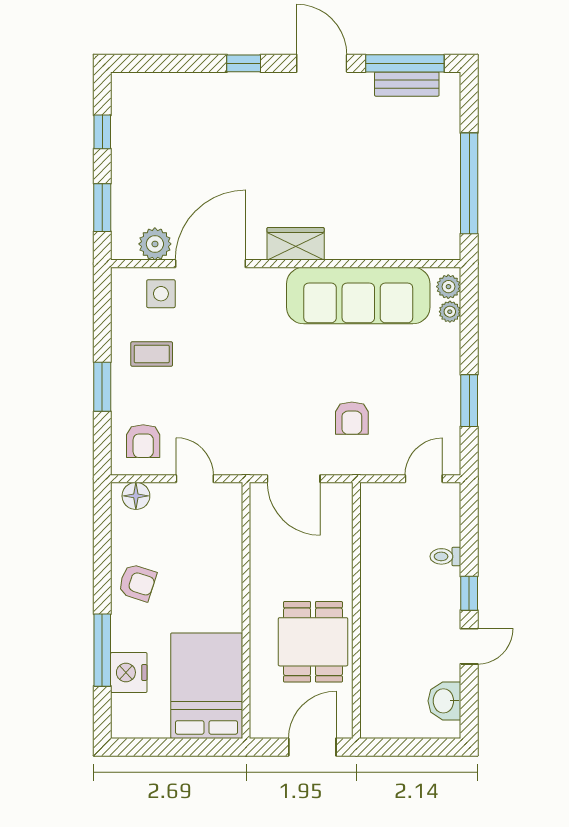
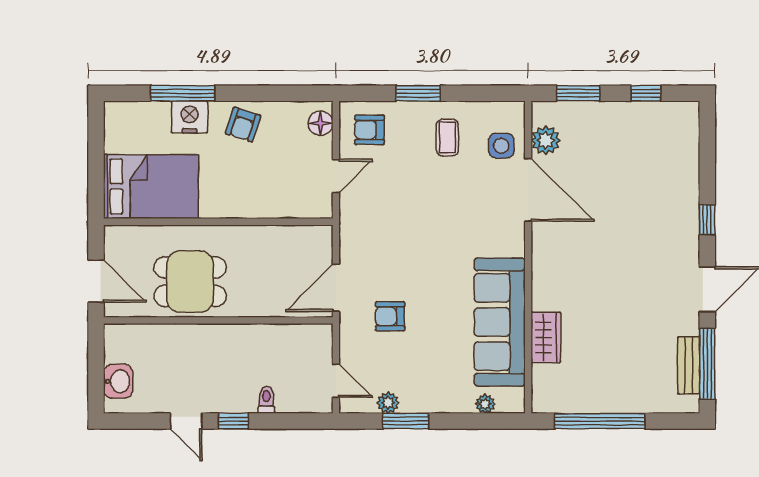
wardrobe: (296, 244) -> (546, 337), moved
plant: (448, 287) -> (388, 403), moved
door: (294, 479) -> (336, 288), moved
nightstand: (129, 672) -> (190, 117), moved
washbasin: (444, 701) -> (118, 381), moved, turned 90

